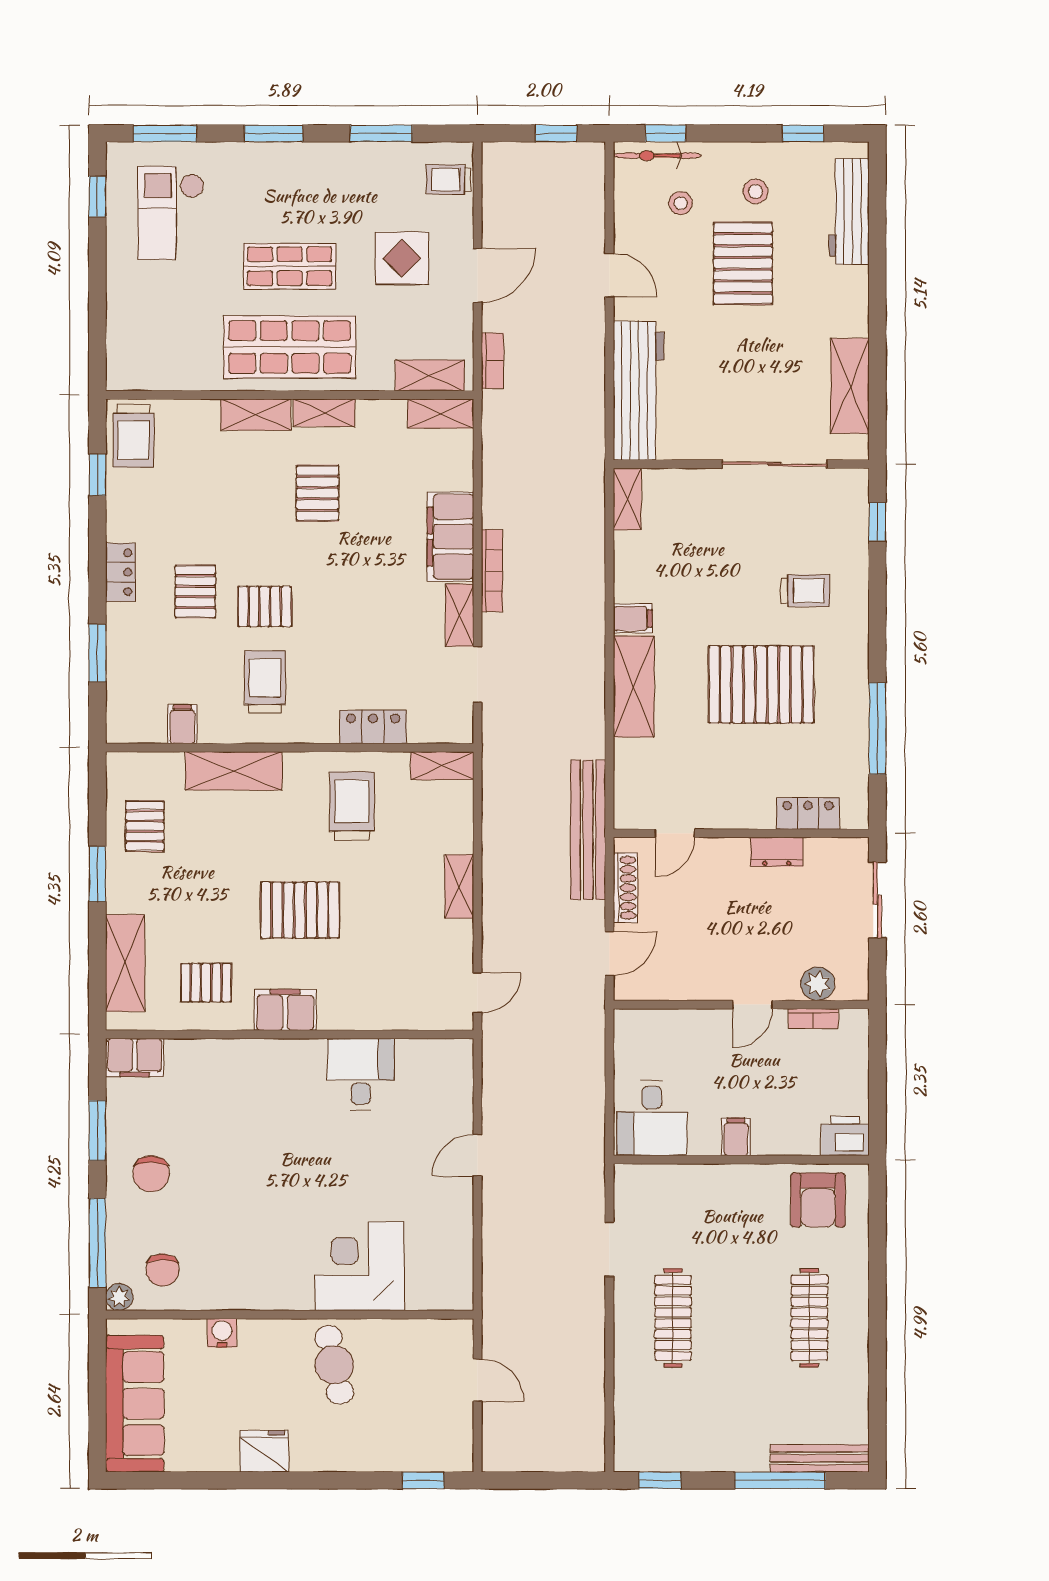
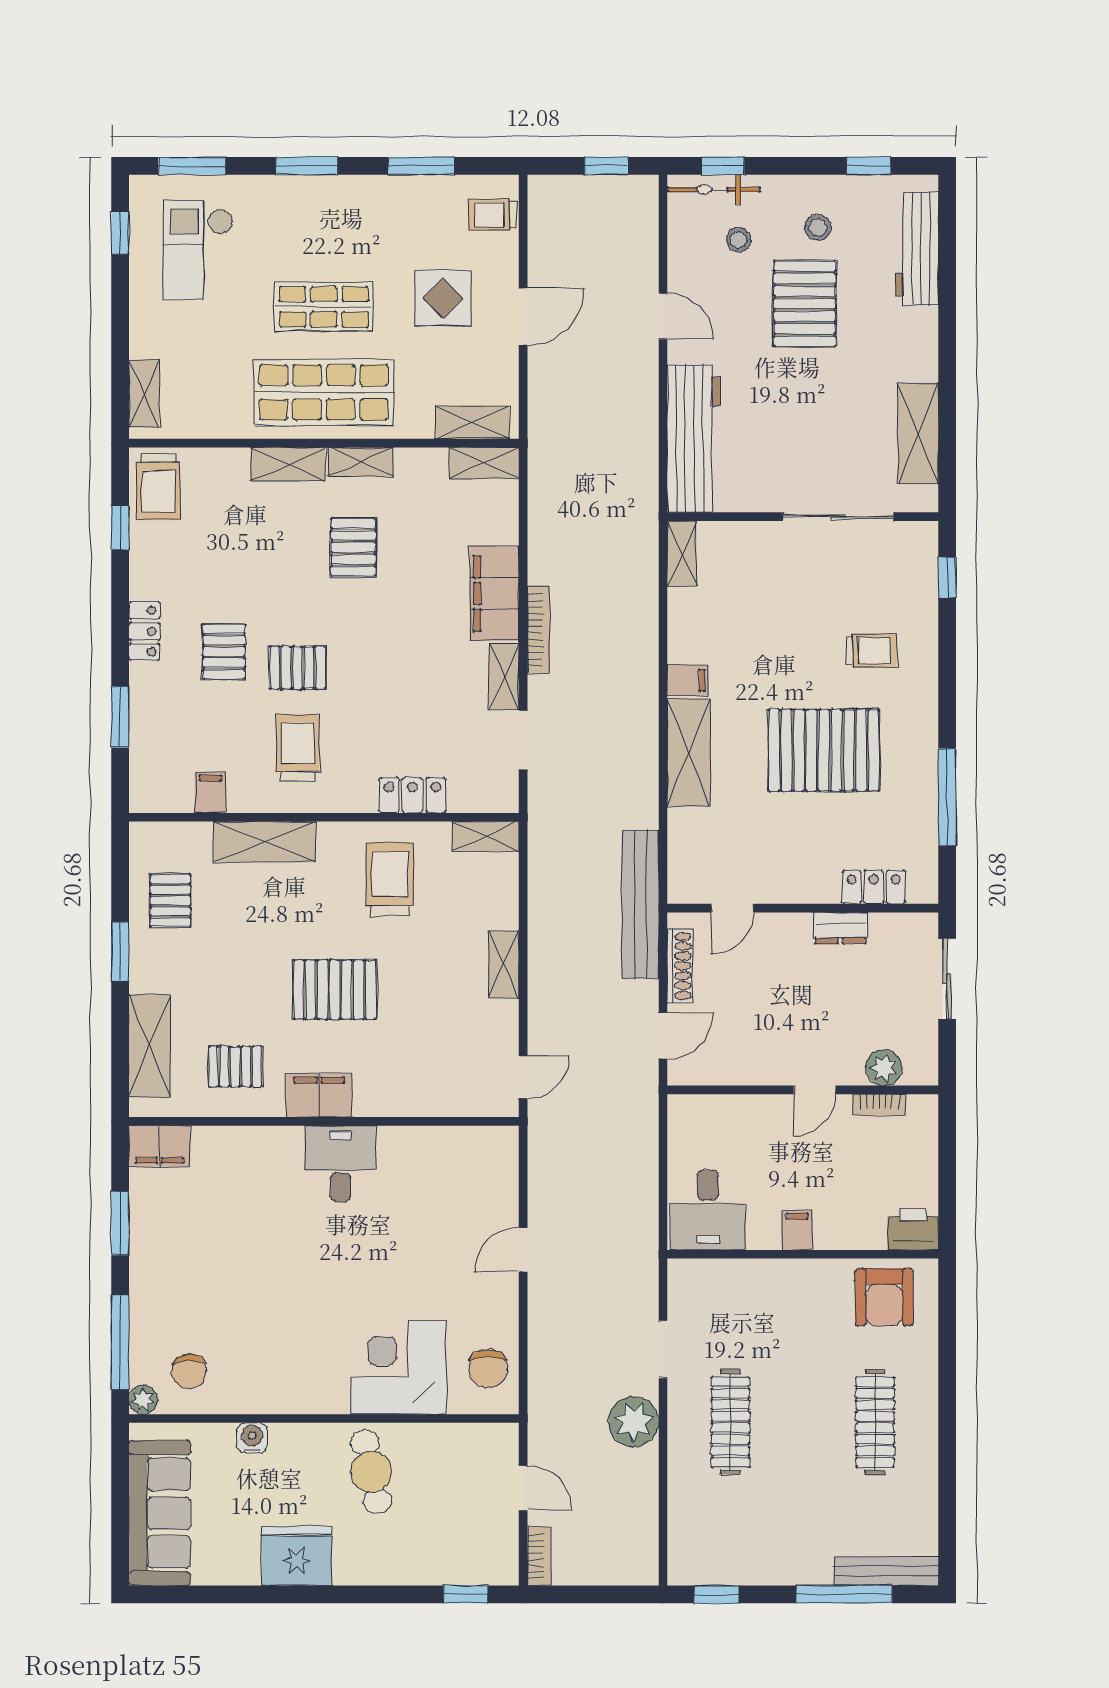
shelving: (120, 348) -> (144, 394), added
bookcase: (493, 361) -> (539, 1556), moved
desk: (361, 1074) -> (340, 1164), moved
chair: (151, 1174) -> (488, 1369), moved
plant: (582, 1317) -> (634, 1422), added
fridge: (264, 1451) -> (297, 1556), width x1.36, depth x1.34

